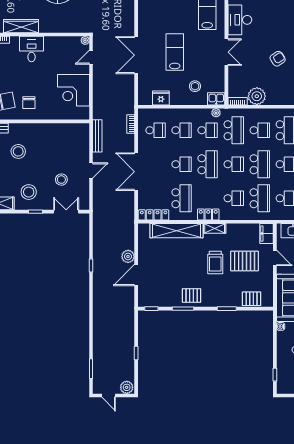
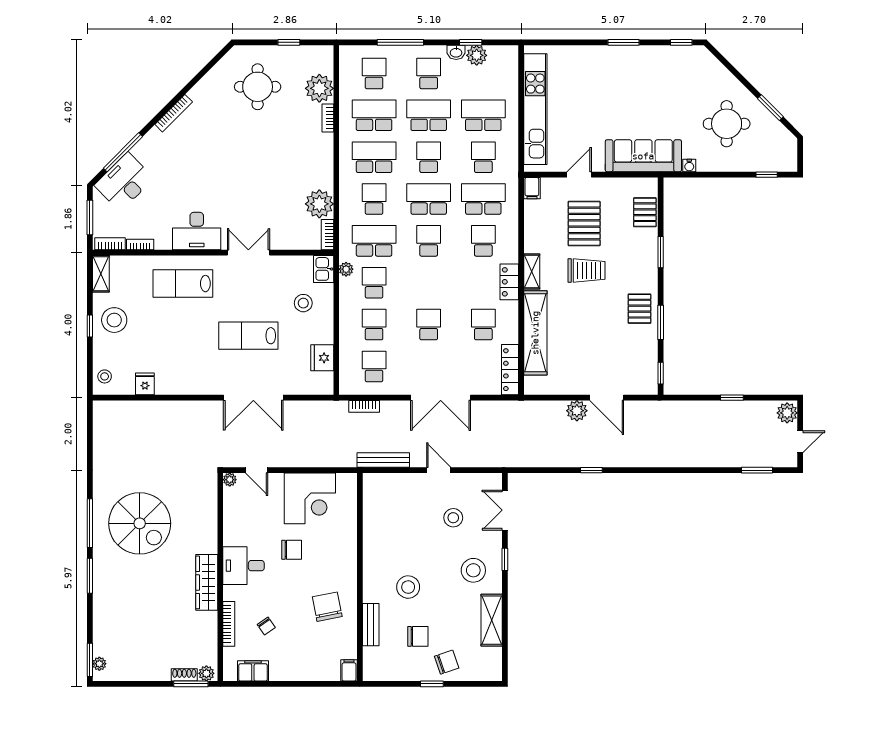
armchair: (278, 59) -> (259, 170), removed
chair: (29, 103) -> (292, 550), moved
school desk: (208, 164) -> (429, 283), removed
school desk: (182, 198) -> (483, 325), width x0.54
filing cabinet: (267, 234) -> (532, 188), width x0.50

